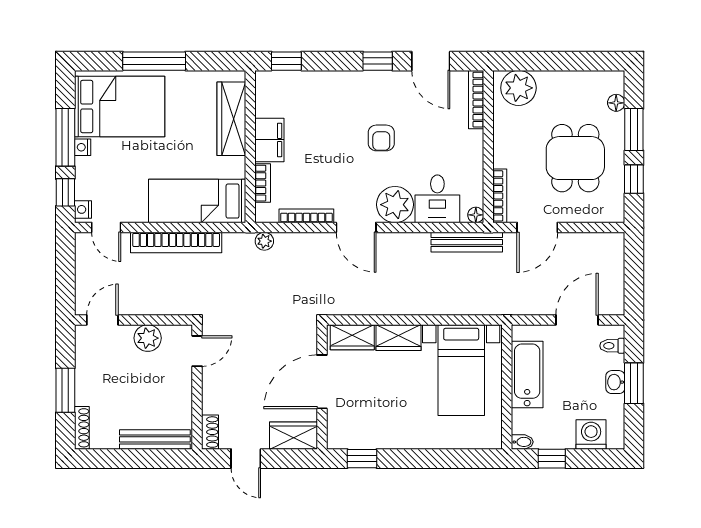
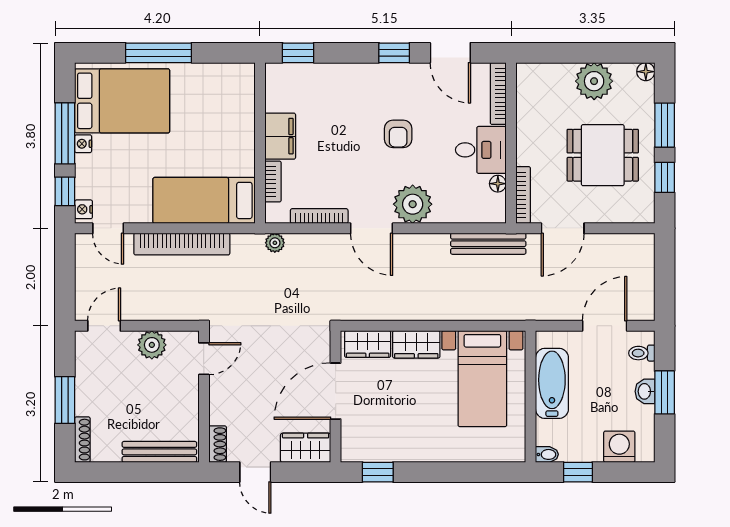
plant: (518, 88) -> (594, 81), moved
floor lamp: (616, 103) -> (646, 72), moved
wardrobe: (231, 119) -> (240, 114), removed
dining table: (575, 158) -> (603, 155), turned 90
desk: (437, 199) -> (481, 150), moved, turned -90
floor lamp: (476, 215) -> (498, 184), moved

